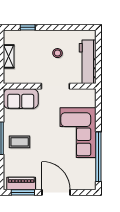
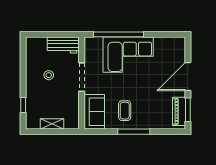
workbench: (88, 62) -> (63, 45), width x0.73
coffee table: (20, 142) -> (125, 111), moved
window: (98, 157) -> (118, 34), moved

